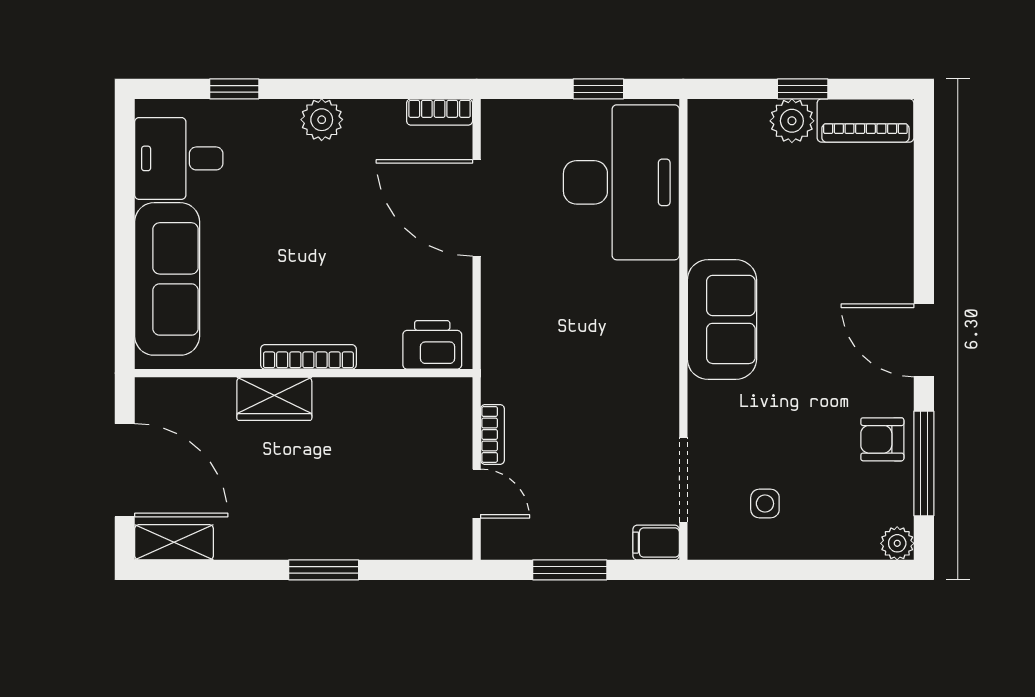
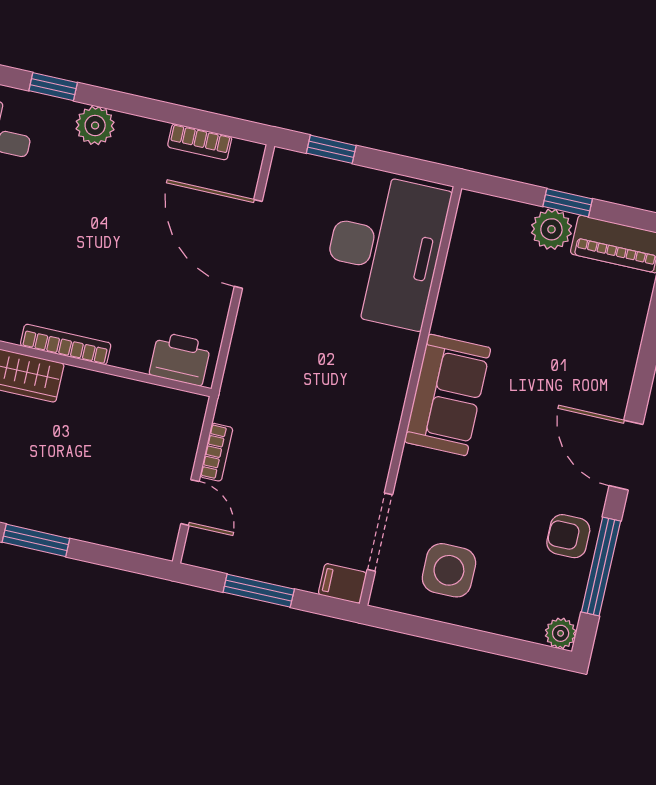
window: (598, 89) -> (331, 149), moved
bookcase: (440, 112) -> (200, 142), moved
plant: (322, 120) -> (95, 126), moved
side table: (765, 504) -> (449, 570), width x1.87, depth x1.87

